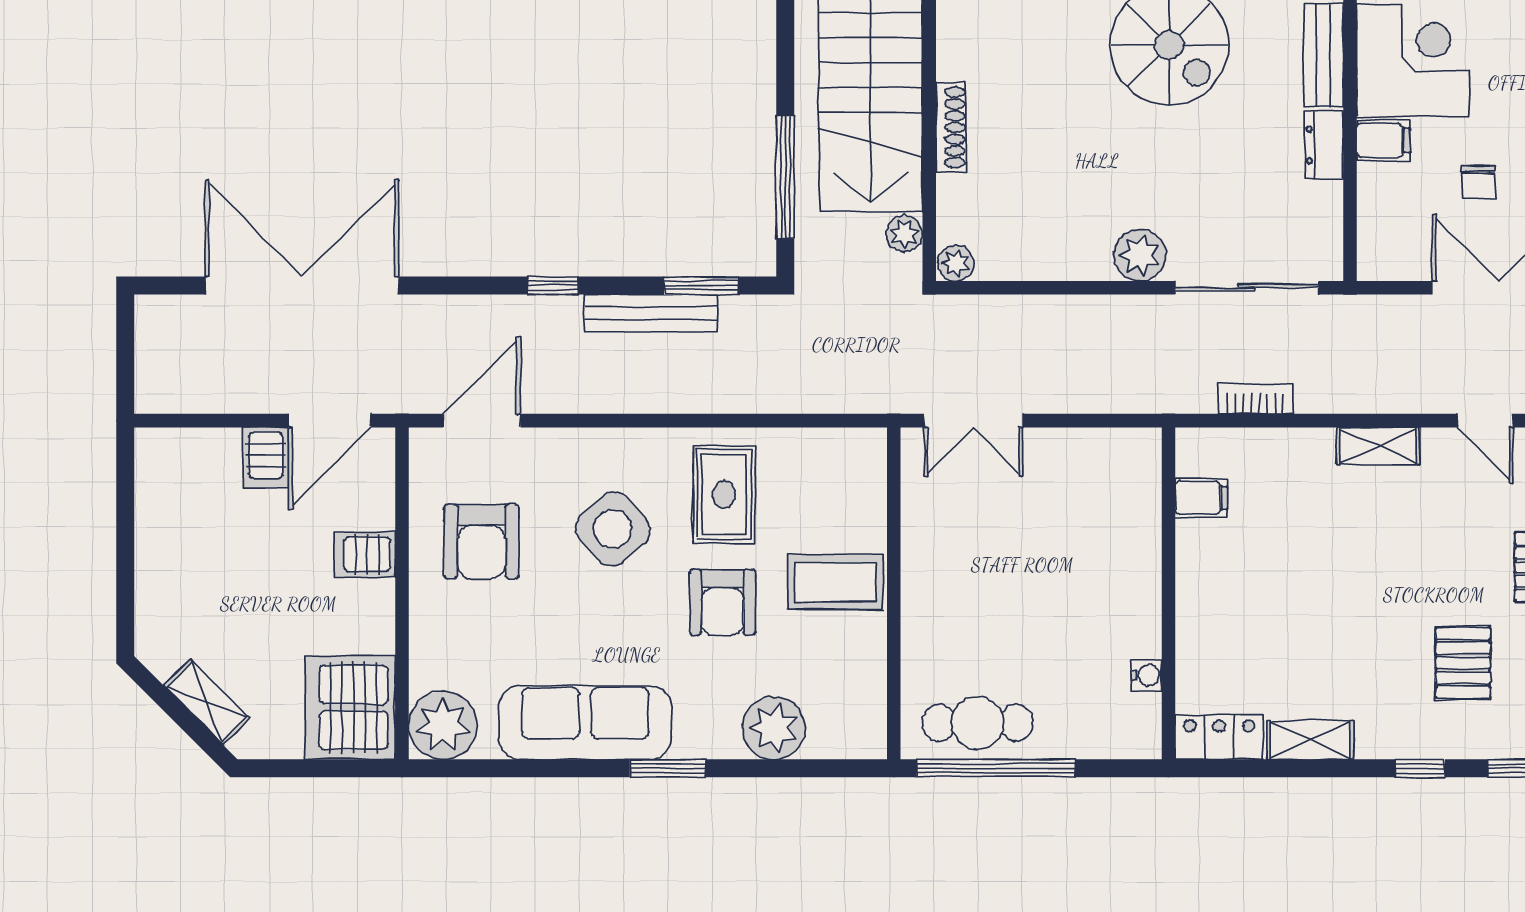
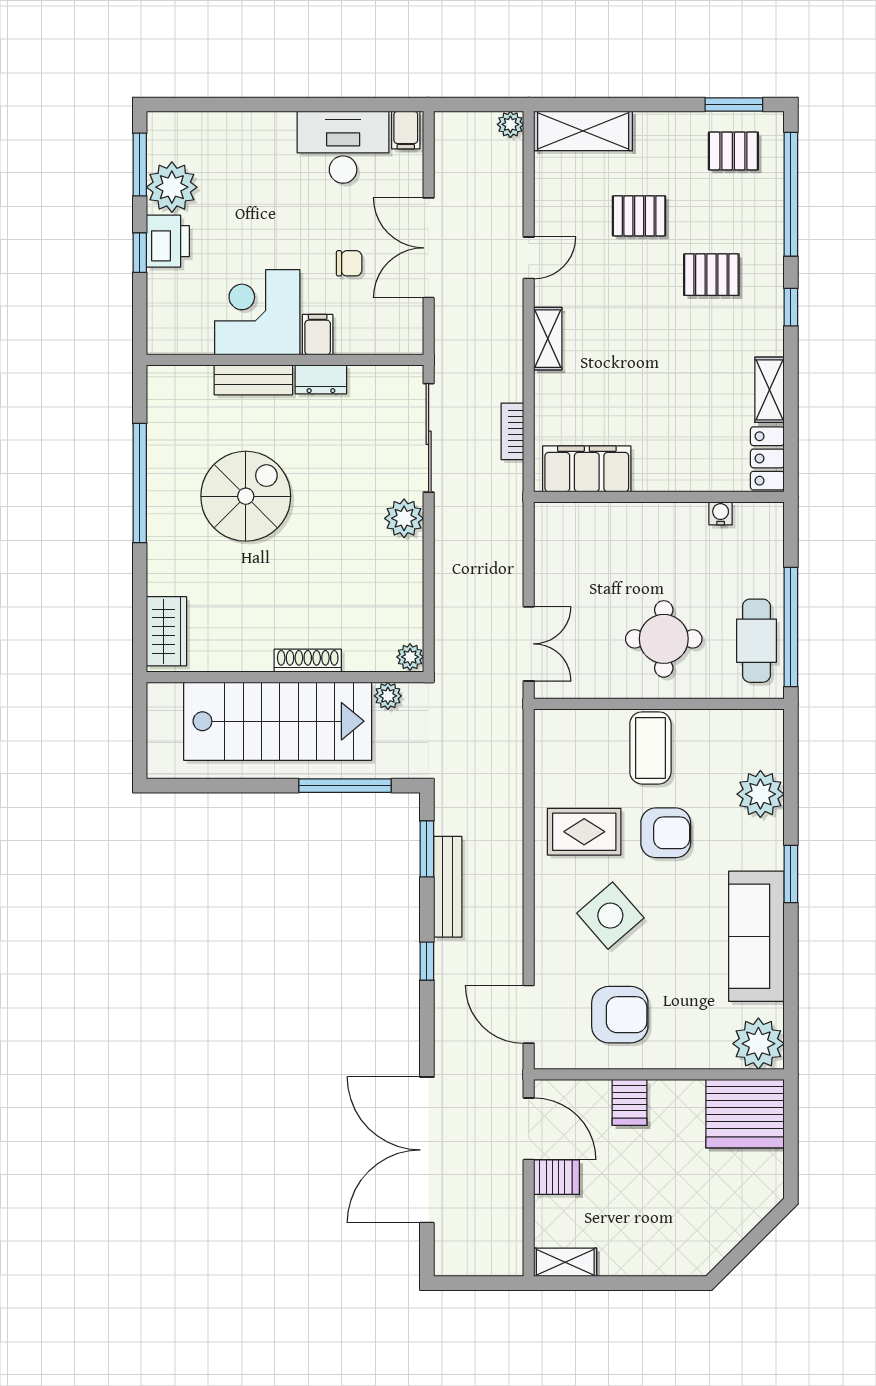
filing cabinet: (1201, 498) -> (587, 469), width x3.00, depth x1.17
round table: (980, 600) -> (664, 639), added
shelving: (207, 702) -> (565, 1262), moved, turned 45

